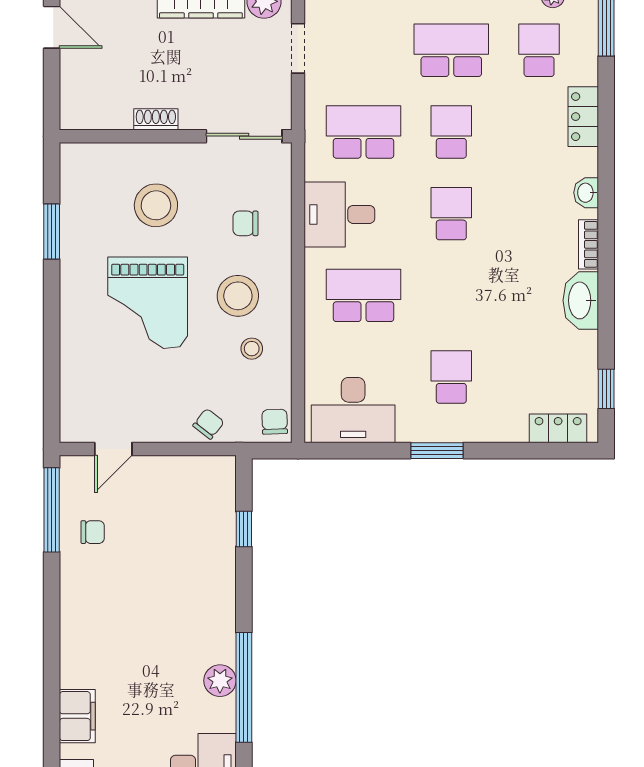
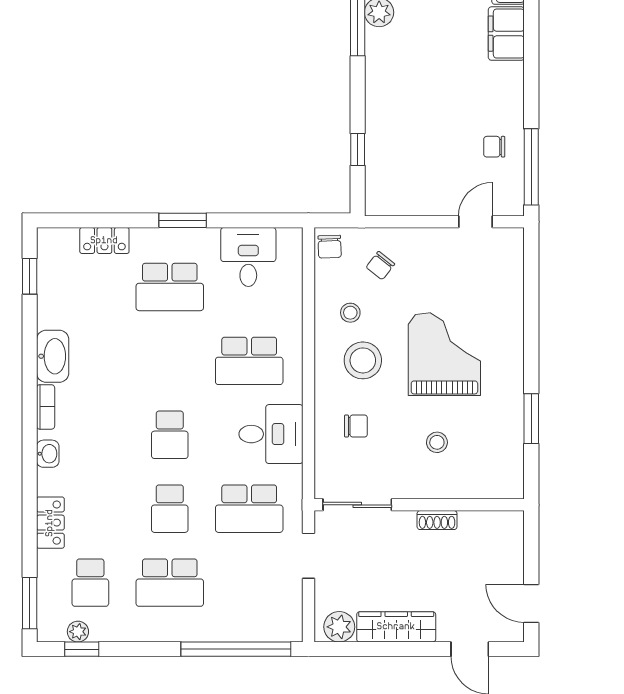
doorway: (298, 48) -> (308, 556), moved
stool: (156, 205) -> (437, 442), width x0.53, depth x0.53
school desk: (451, 377) -> (170, 287), width x1.85
desk: (353, 410) -> (248, 257), width x0.73
chair: (208, 424) -> (380, 266), moved
locker: (558, 428) -> (104, 241), moved
filing cabinet: (79, 657) -> (506, 34), added

